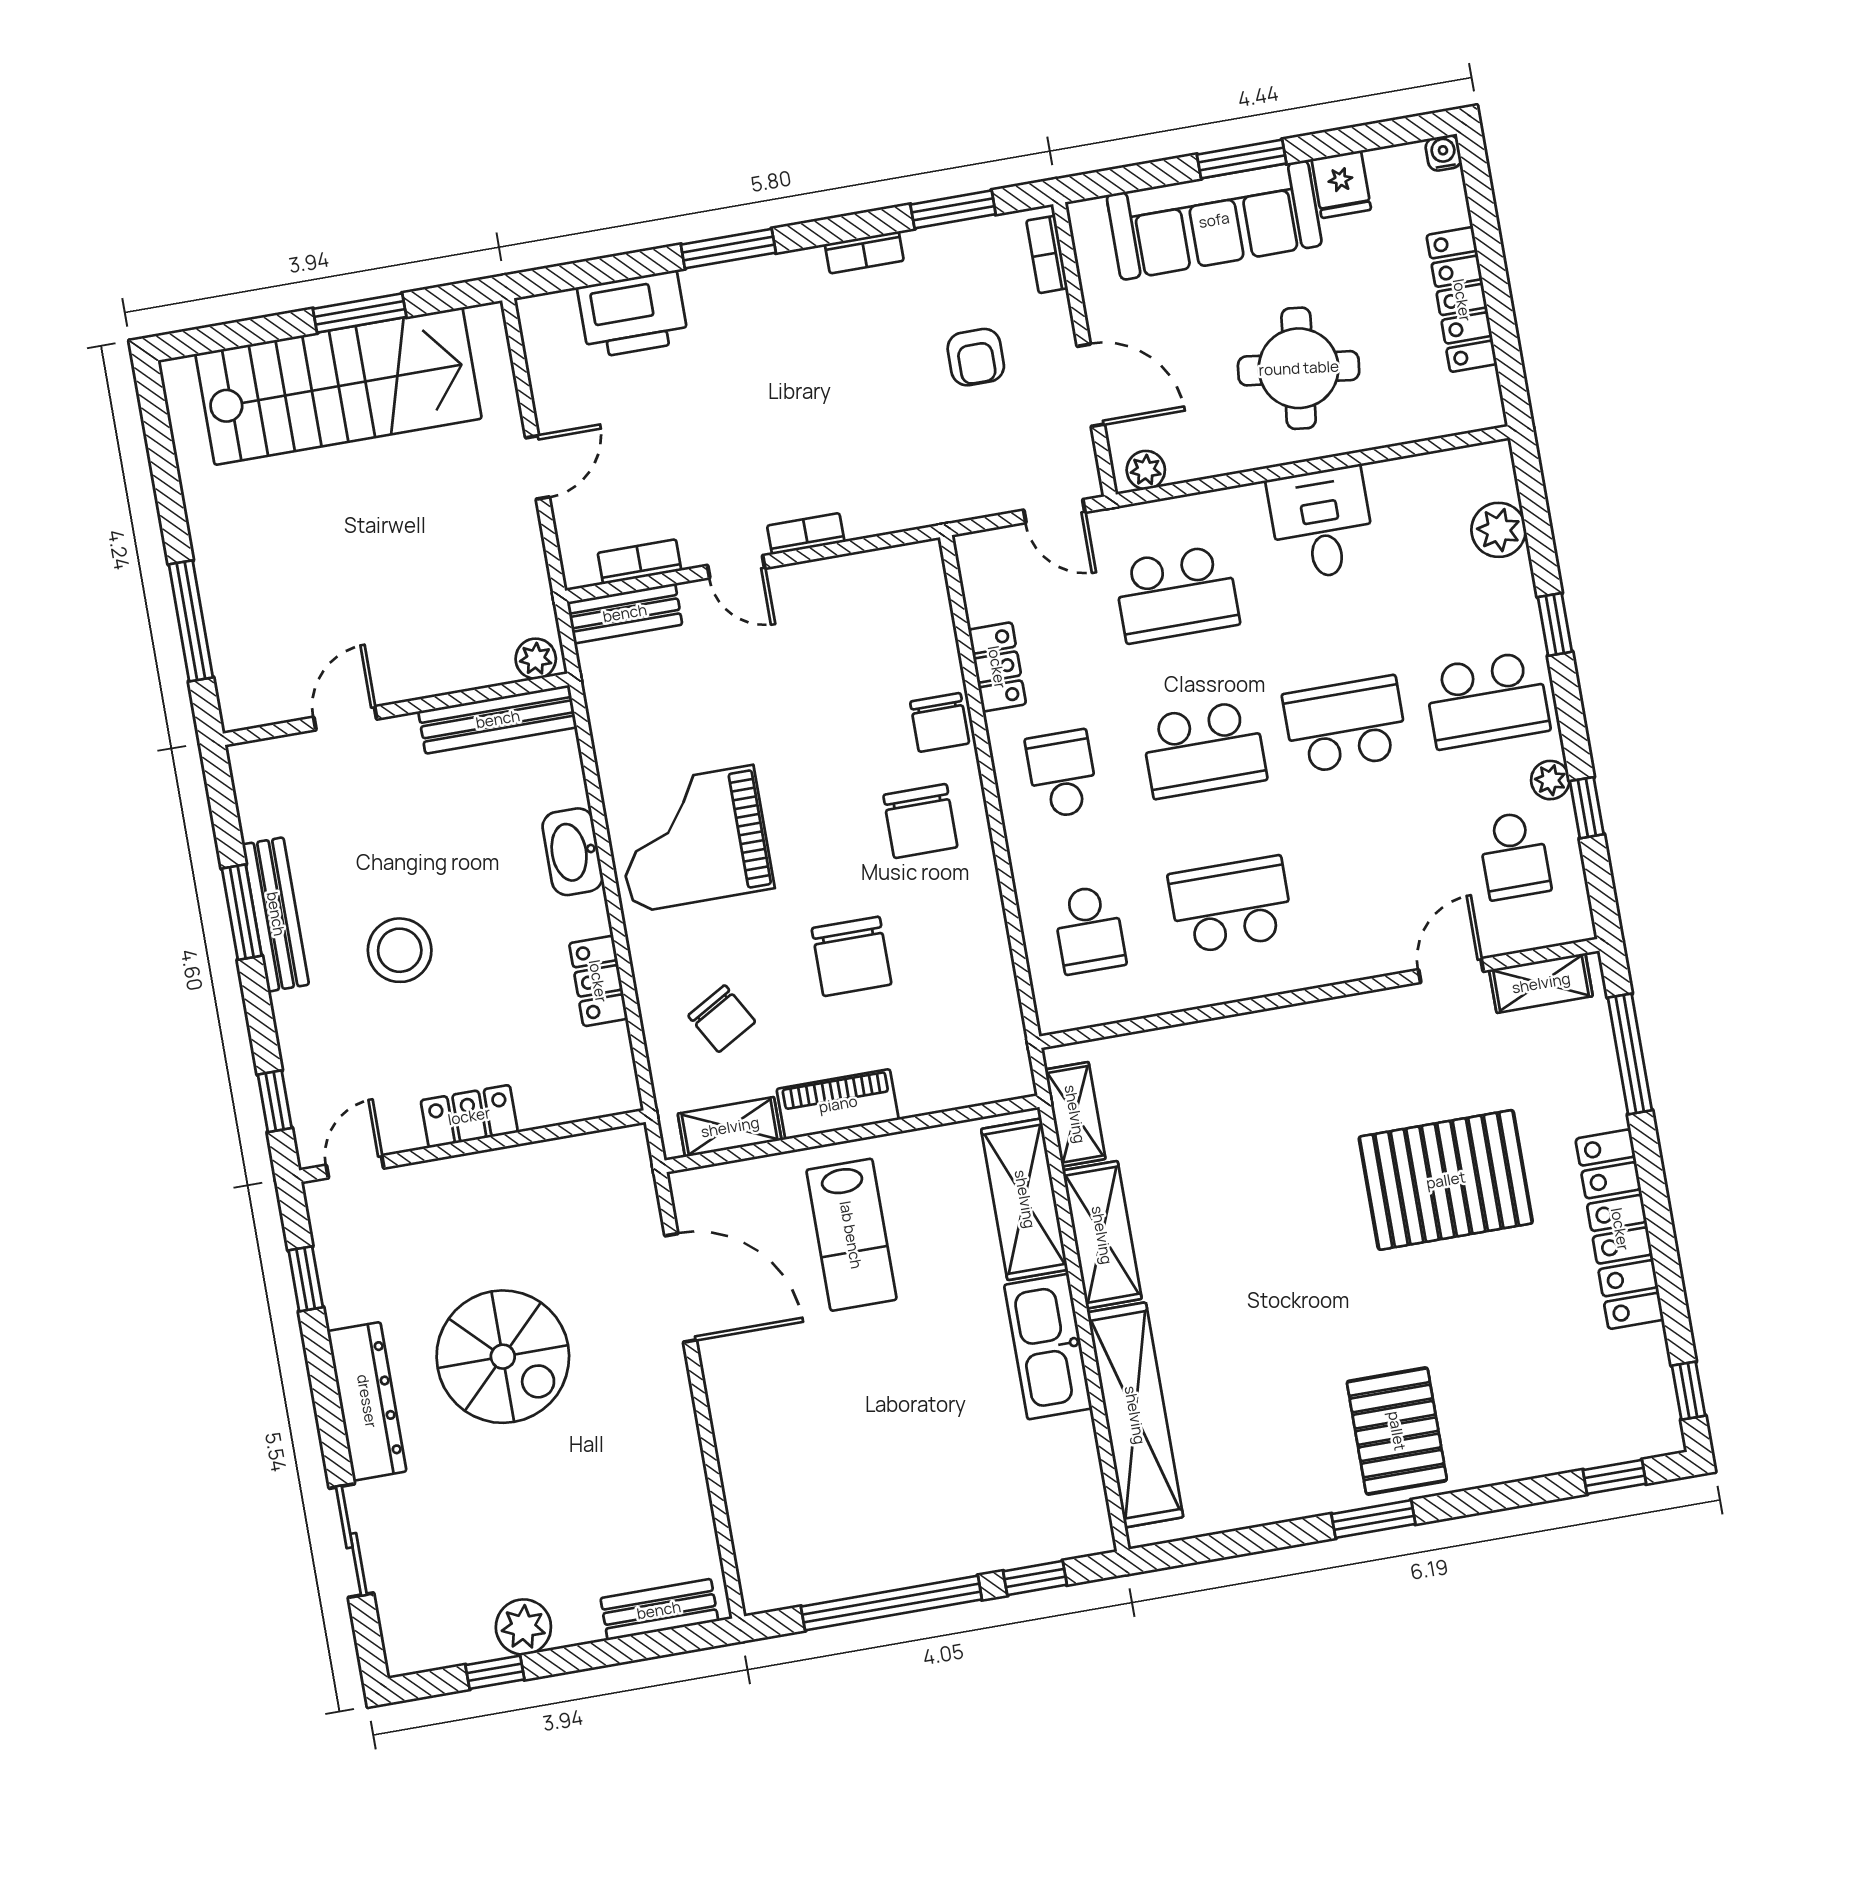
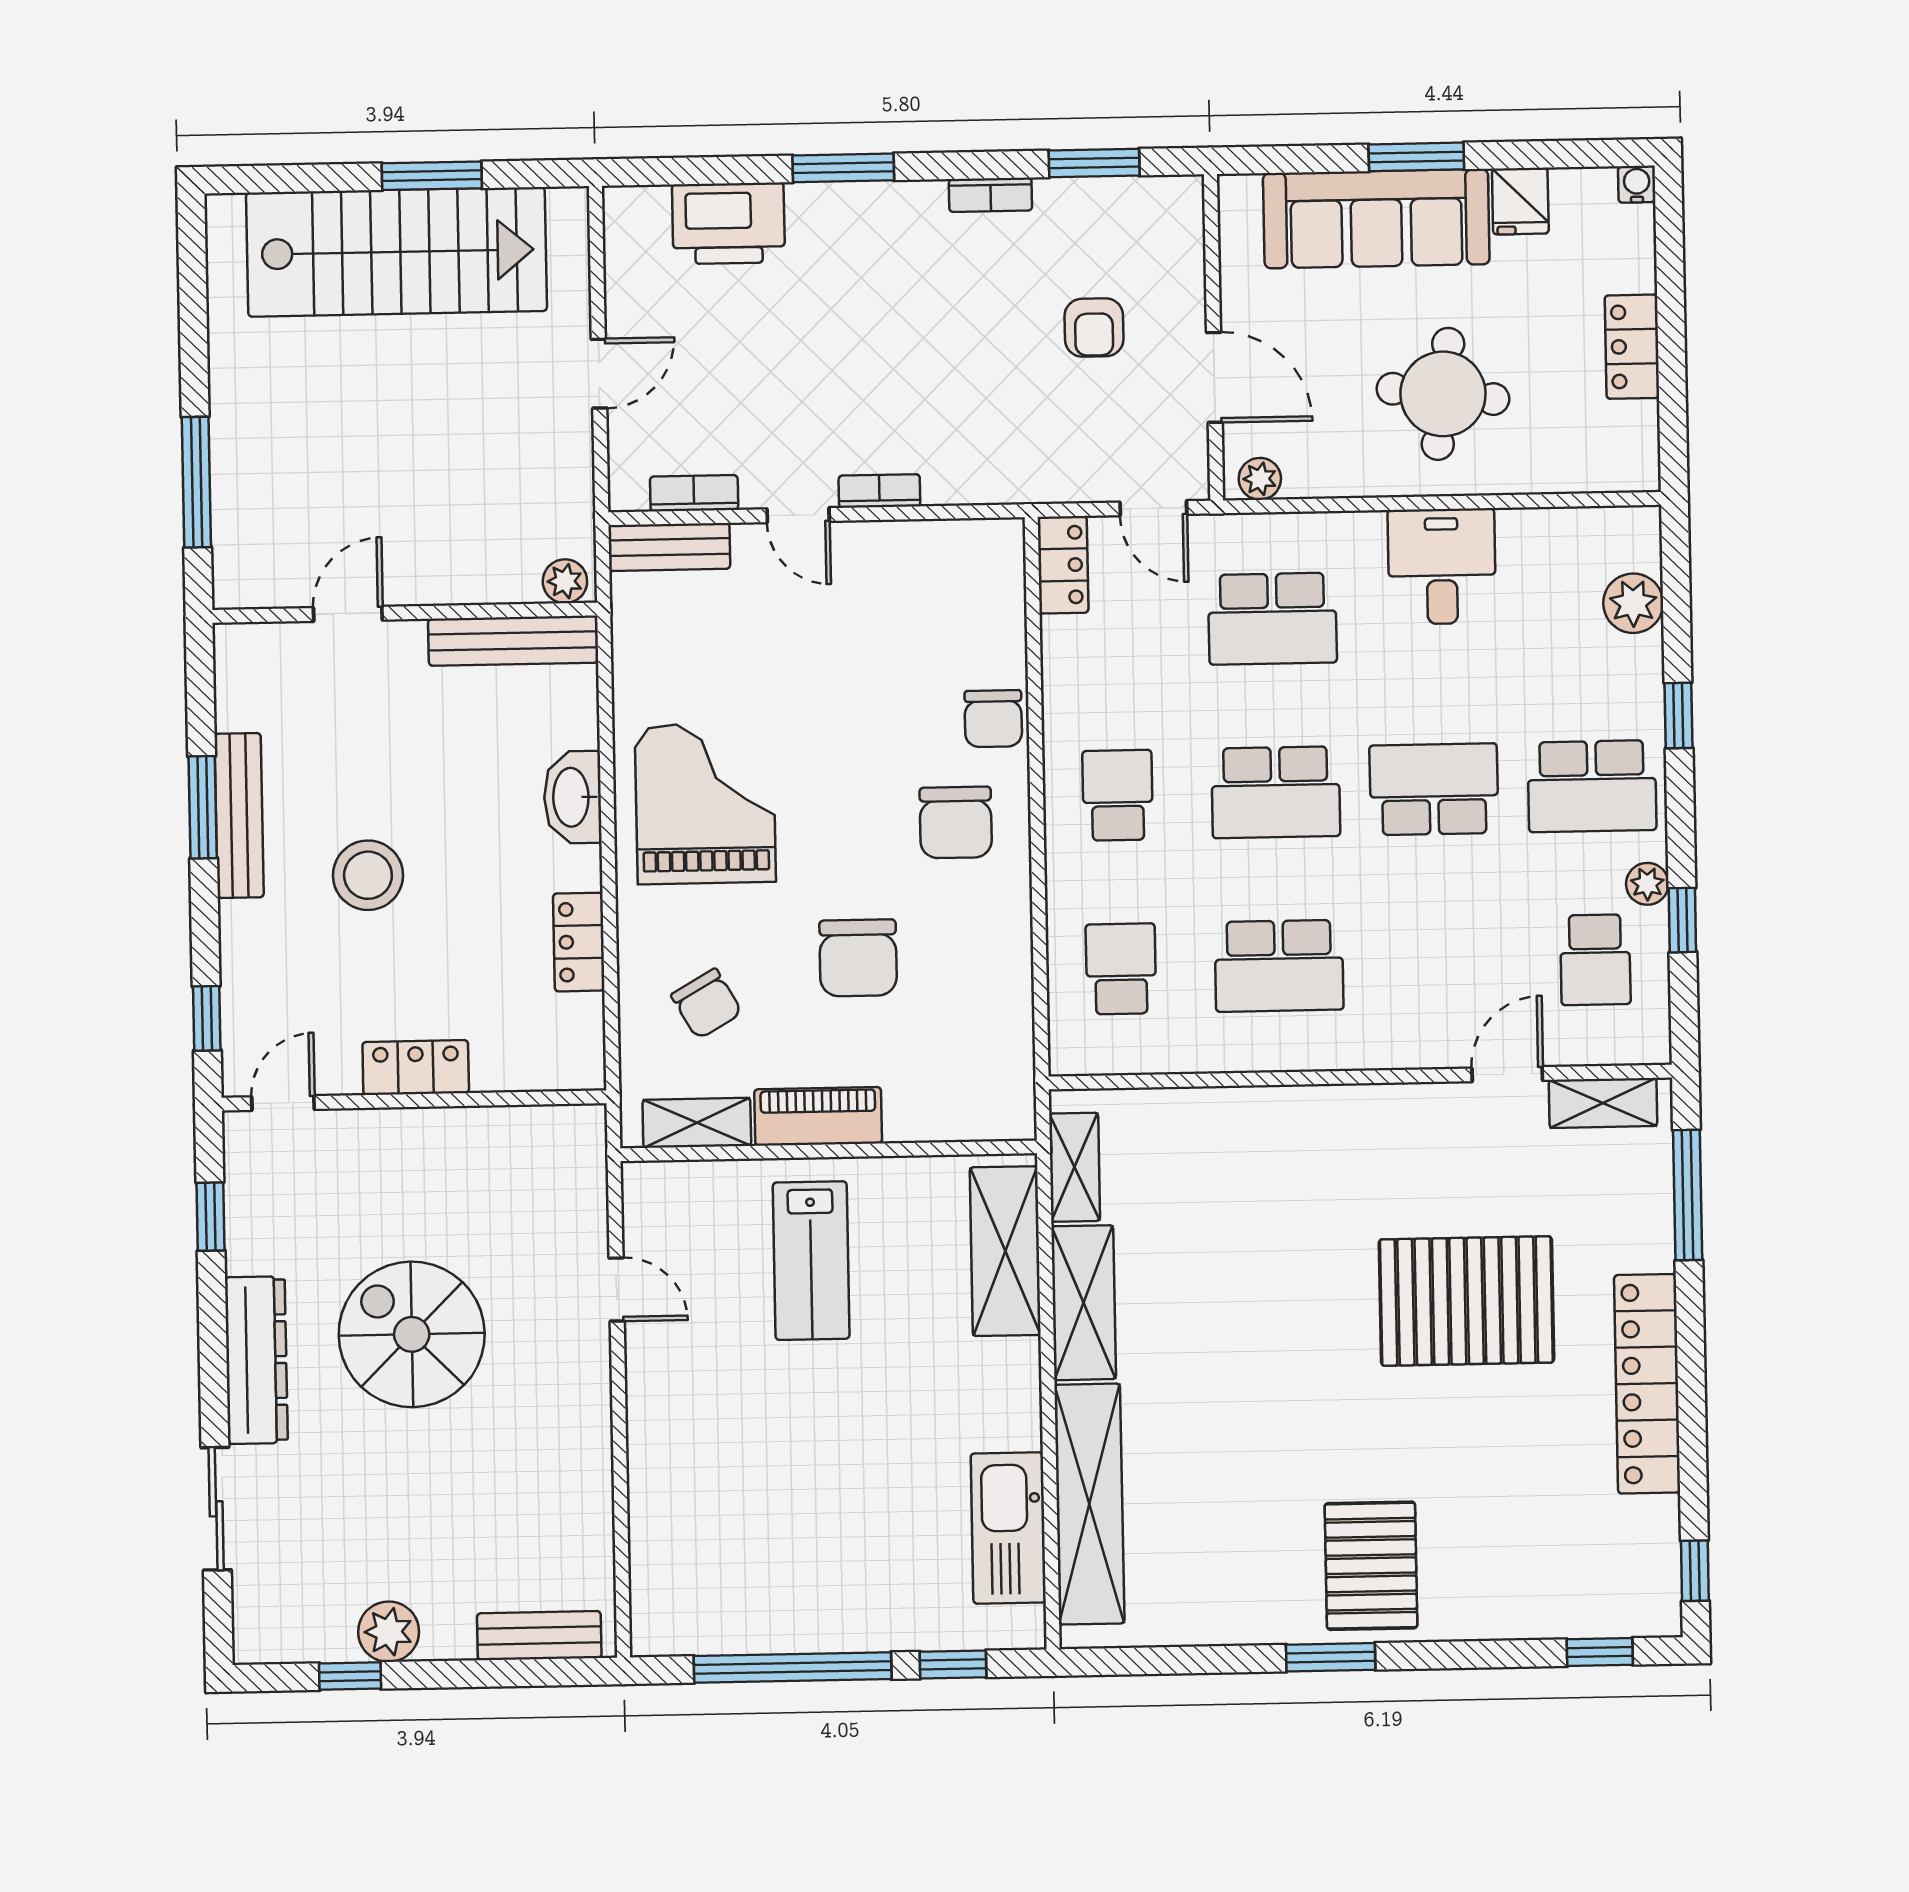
bookcase: (1047, 254) -> (1189, 228), removed
locker: (1462, 300) -> (1632, 347), width x0.66
locker: (997, 667) -> (1063, 565), moved
grand piano: (693, 839) -> (705, 804), turned 90
school desk: (1231, 905) -> (1279, 966), turned 180
school desk: (1089, 930) -> (1121, 969), turned 180
door: (681, 1288) -> (617, 1289), width x0.53
kitchen sink: (1048, 1347) -> (1008, 1528), moved
spiral stairs: (503, 1357) -> (412, 1334), turned 180

